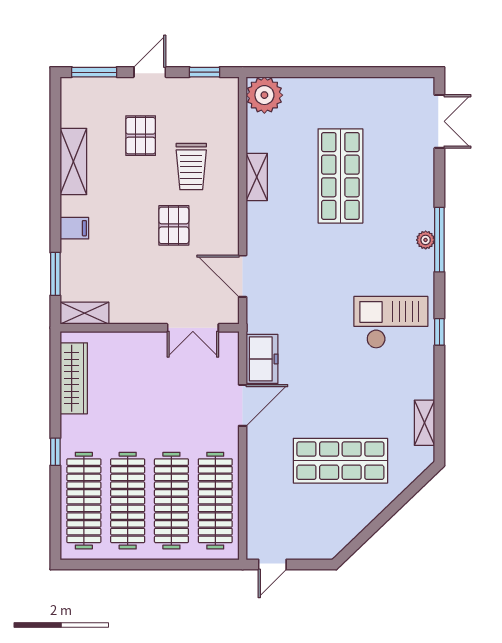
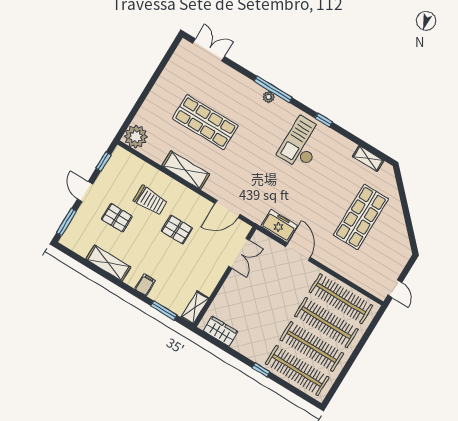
shelving: (257, 177) -> (186, 170), width x1.50, depth x1.33
wardrobe: (74, 378) -> (221, 331), width x0.67

